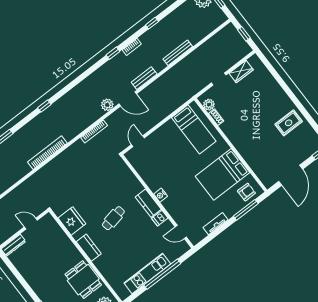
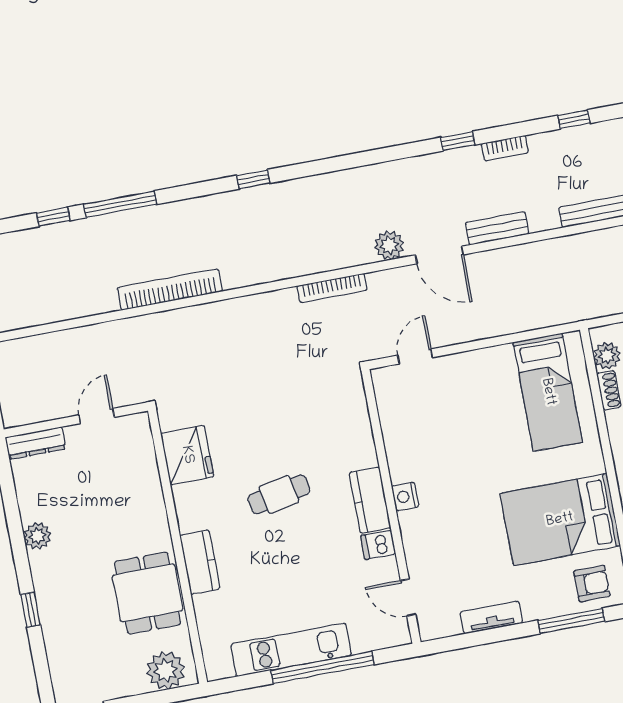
bookcase: (47, 153) -> (170, 289), moved
door: (31, 224) -> (96, 416), hinge flipped
kitchen counter: (89, 248) -> (200, 562), moved
plant: (32, 279) -> (37, 536), added

